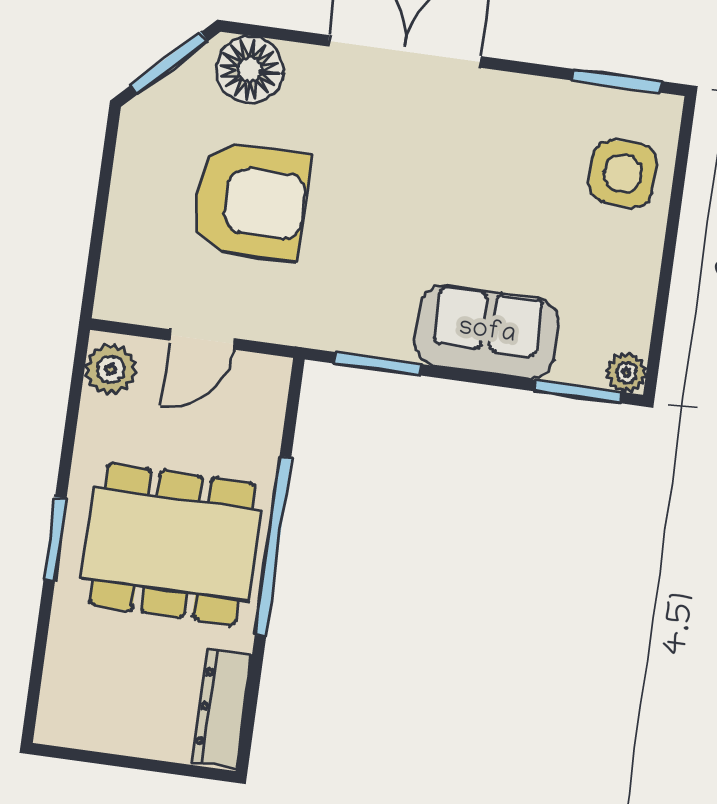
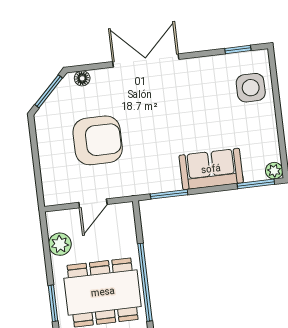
floor lamp: (250, 69) -> (82, 78), width x0.53, depth x0.53
window: (616, 81) -> (238, 50), width x0.67
plant: (111, 369) -> (60, 244), moved

